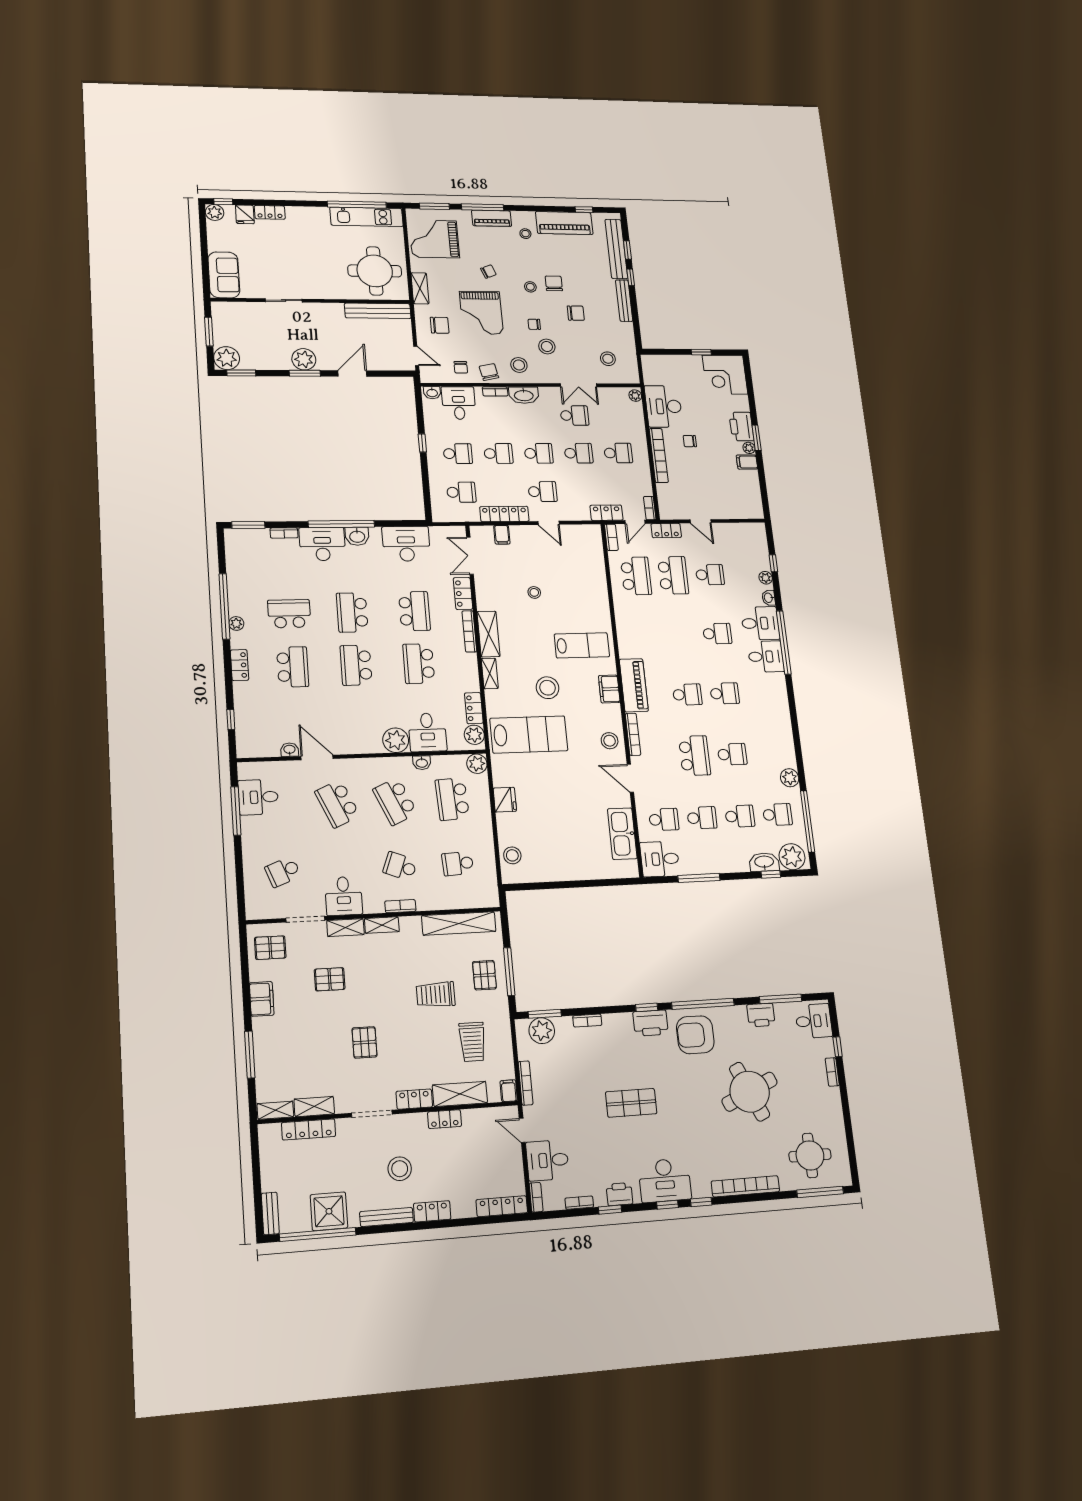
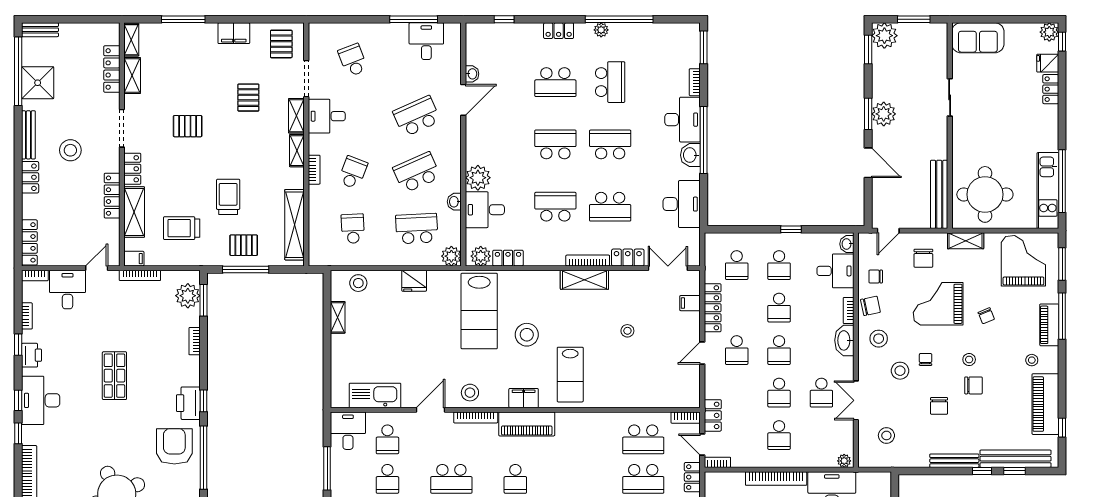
shelving: (490, 673) -> (338, 317), moved, turned 90
locker: (445, 1119) -> (112, 196), width x1.53

